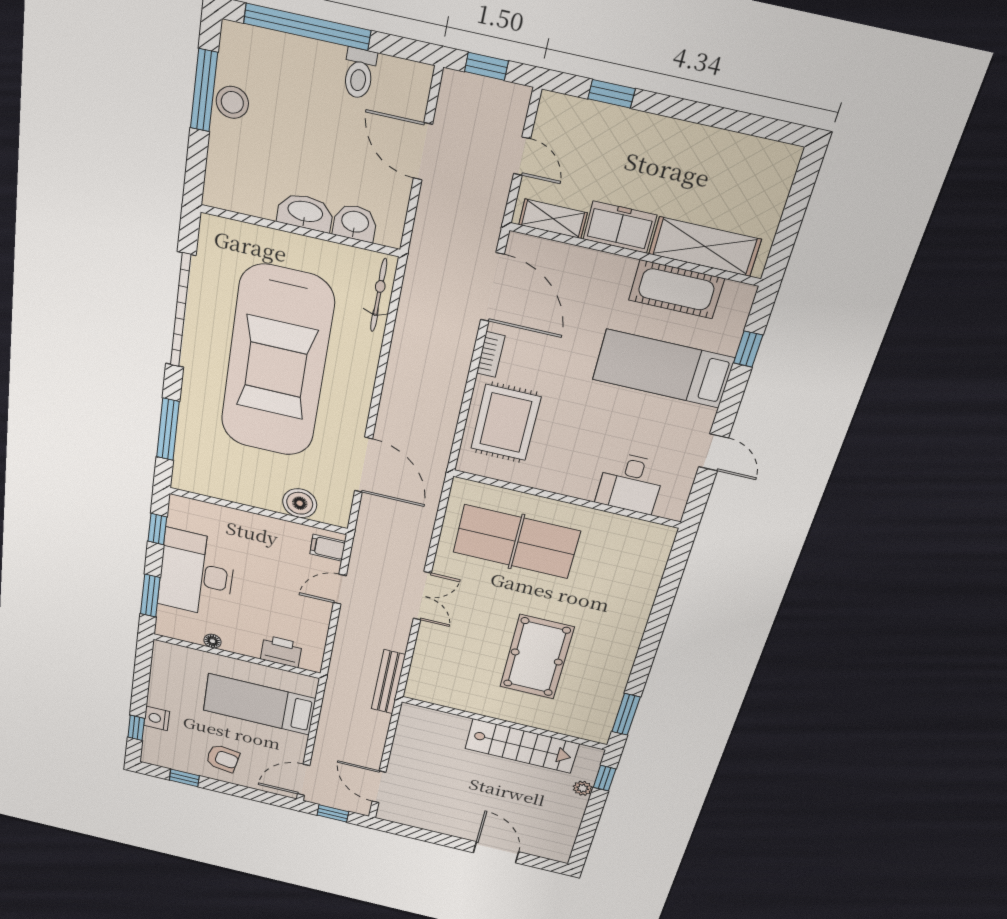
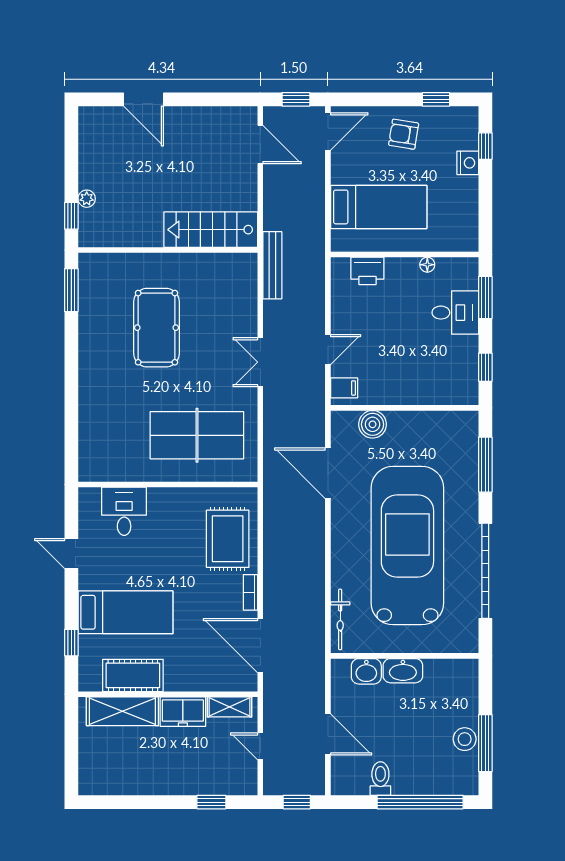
desk: (196, 574) -> (455, 313), width x0.53, depth x0.77
stairs: (522, 746) -> (211, 230), moved

